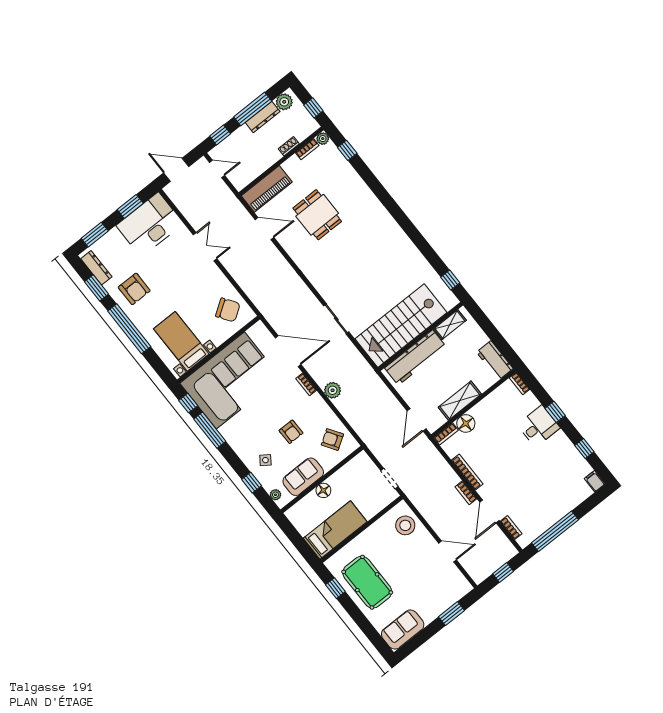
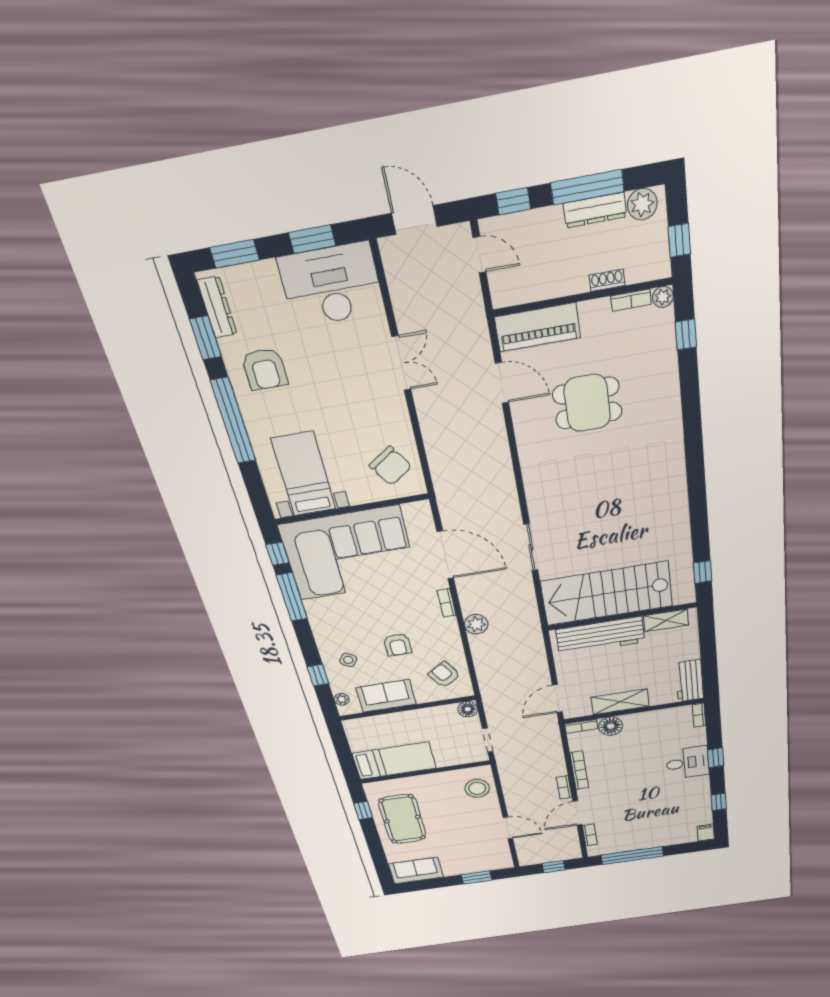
dining table: (317, 215) -> (587, 403), turned 90
floor lamp: (323, 490) -> (468, 709), moved

